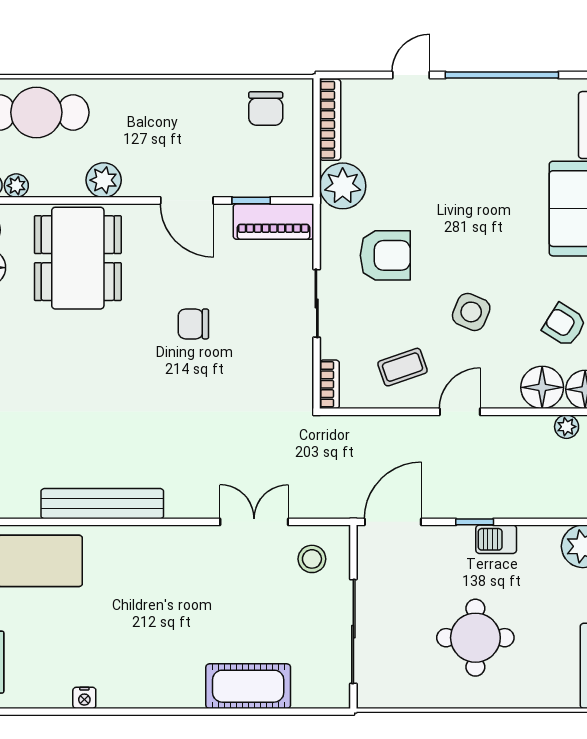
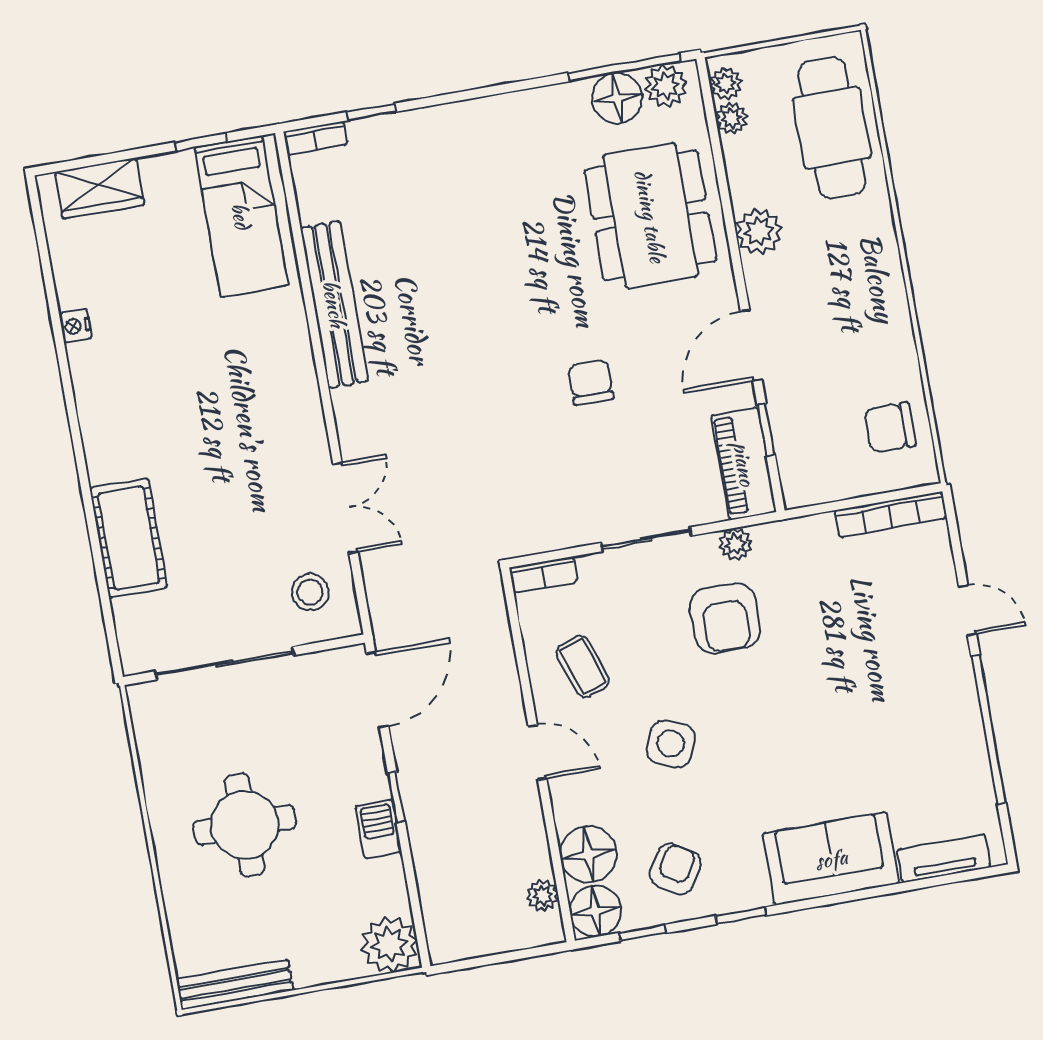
plant: (343, 186) -> (736, 544), moved, width x0.53, depth x0.53
dining table: (78, 258) -> (650, 216), turned 90
door: (393, 522) -> (377, 690), hinge flipped

